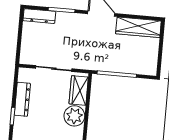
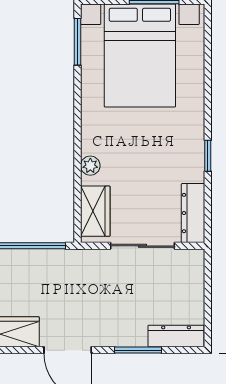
dresser: (22, 99) -> (193, 213), moved
plant: (74, 116) -> (90, 166), width x0.53, depth x0.53

